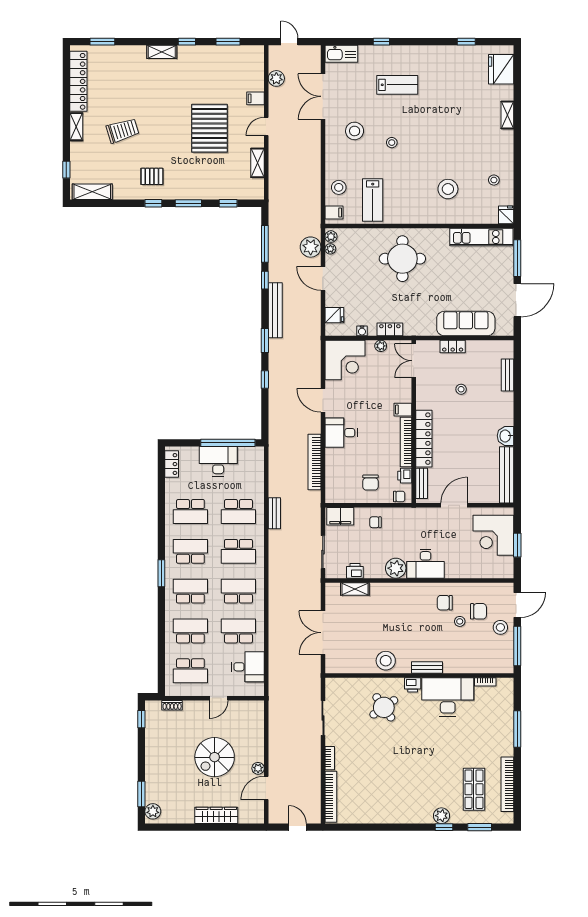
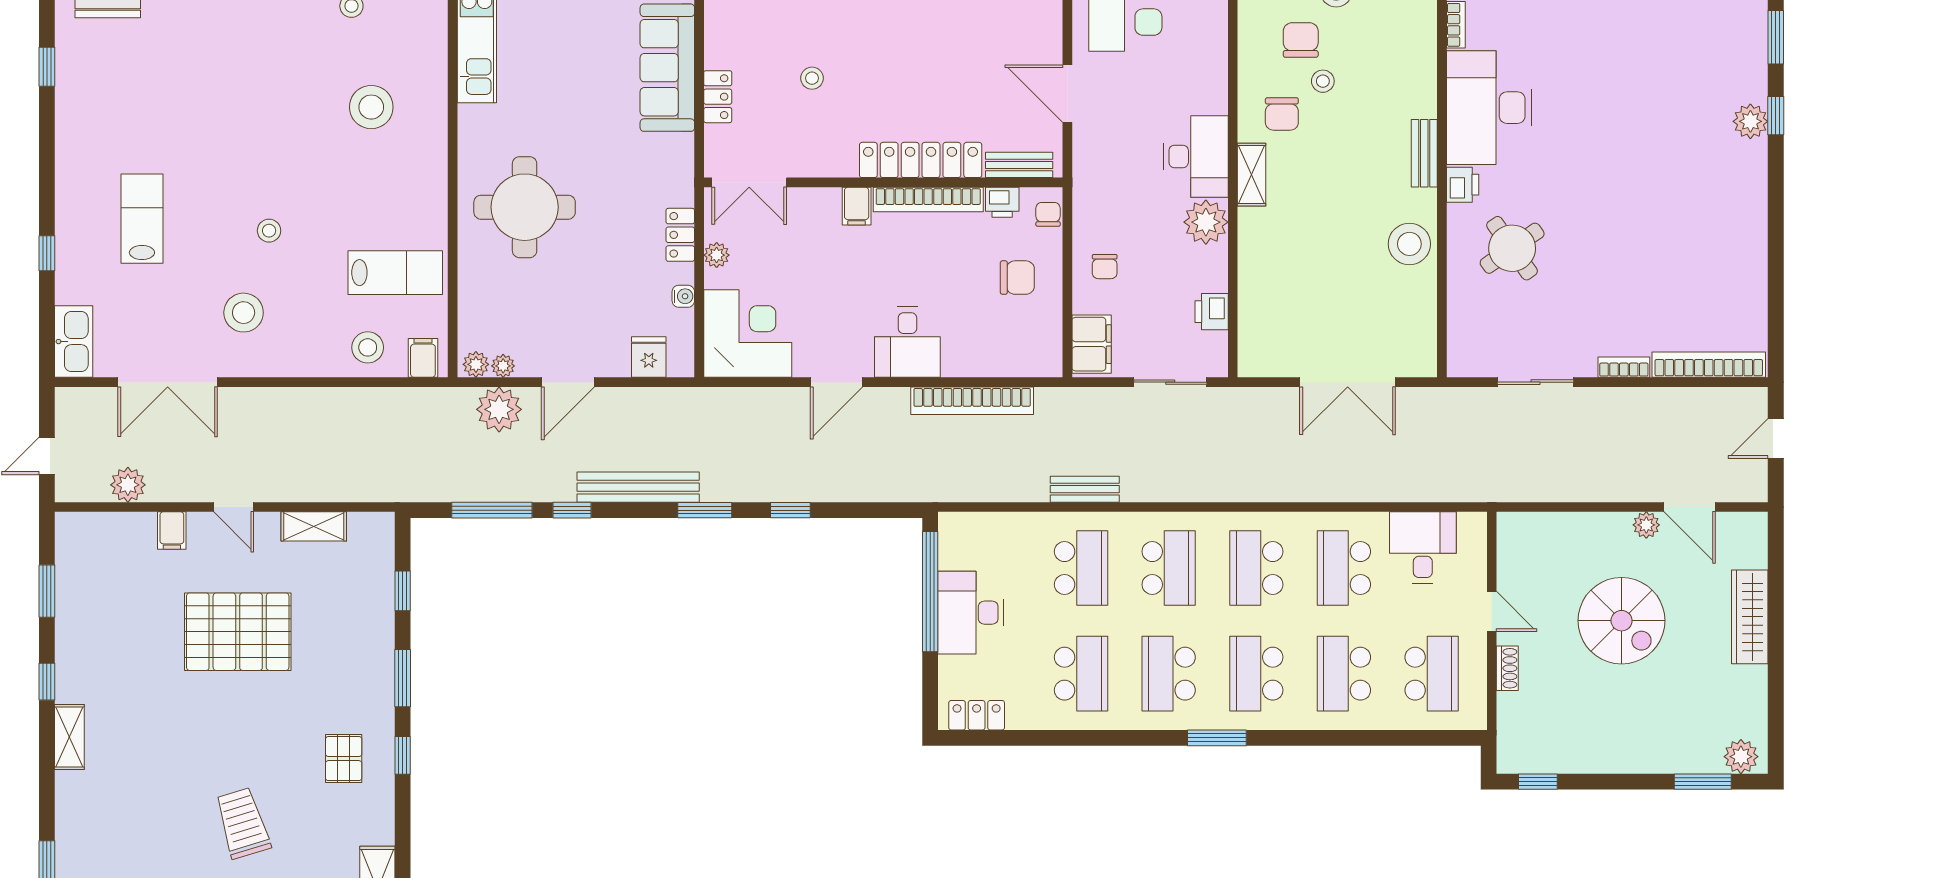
shelving: (355, 589) -> (1252, 175), moved
shoe rack: (172, 705) -> (1507, 668), moved
shop shelf: (474, 789) -> (1692, 50), removed

